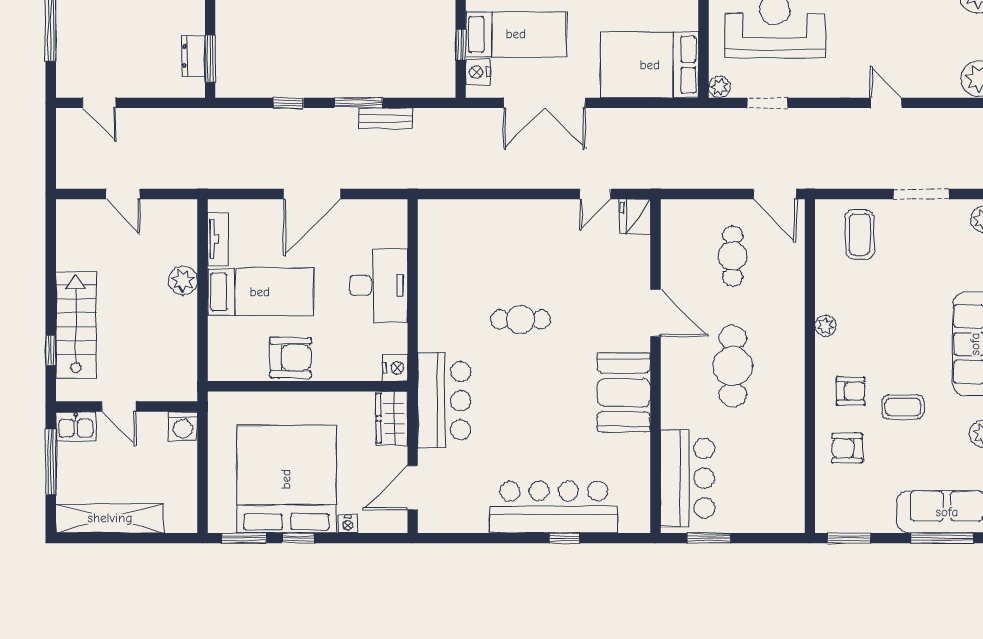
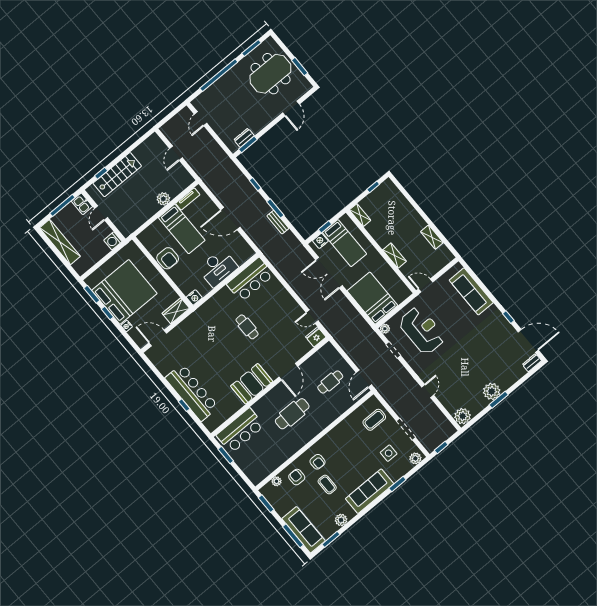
side table: (937, 258) -> (389, 453), added
plant: (826, 326) -> (277, 481), moved
bar counter: (444, 401) -> (250, 279), moved

